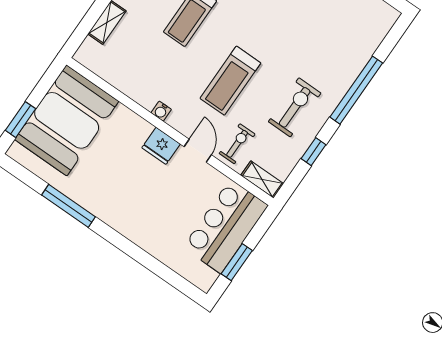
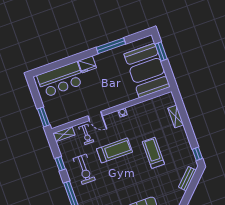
treadmill: (230, 81) -> (115, 150), turned 90
fridge: (161, 146) -> (87, 64), moved, turned 180
bar counter: (226, 226) -> (61, 79), moved, turned 90
window: (237, 262) -> (44, 117), moved

